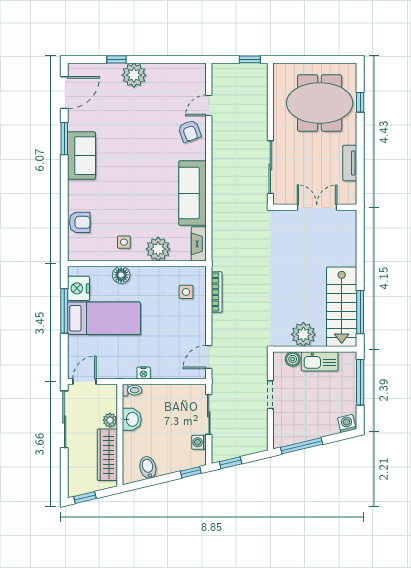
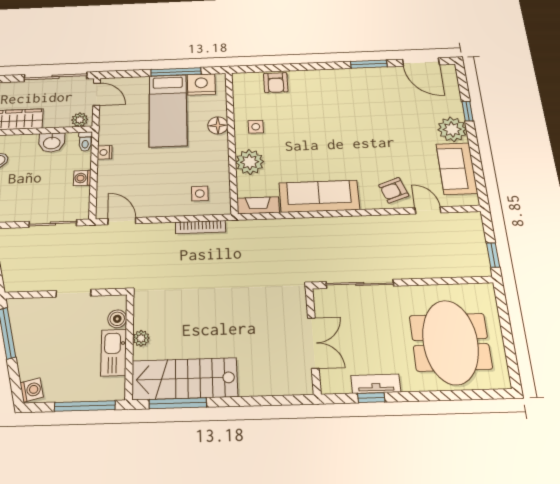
window: (360, 102) -> (371, 398), moved
sofa: (82, 156) -> (457, 168), moved, turned 90
plant: (303, 334) -> (141, 338), width x0.53, depth x0.53
plant: (110, 420) -> (80, 120), moved
washing machine: (199, 442) -> (82, 178), moved, turned -90

